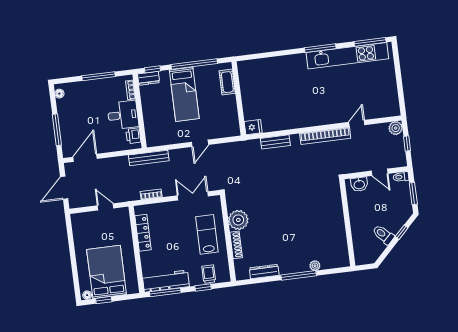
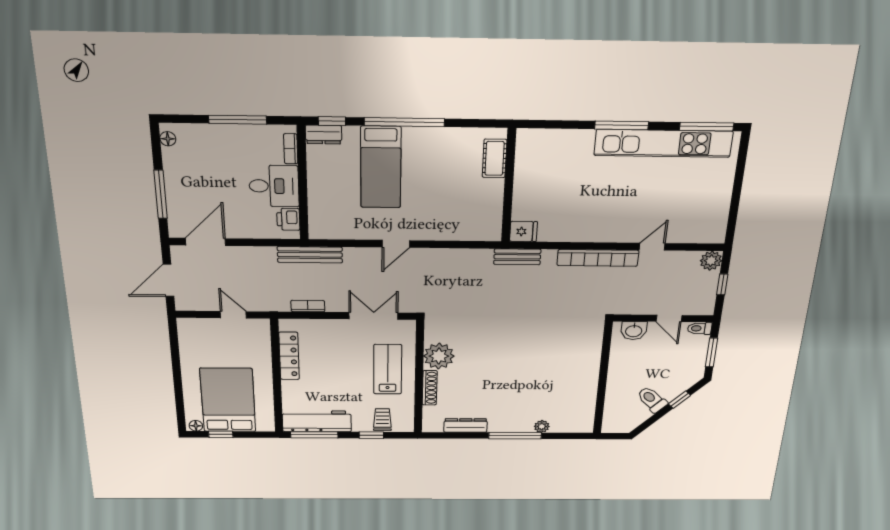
cot: (227, 82) -> (495, 158), moved
wall: (239, 98) -> (509, 186), moved
fridge: (253, 127) -> (524, 231), moved

